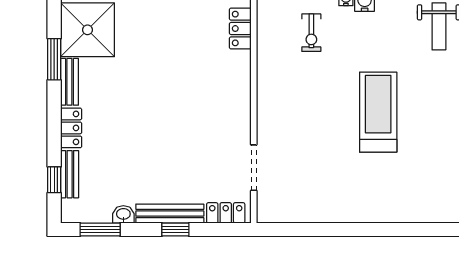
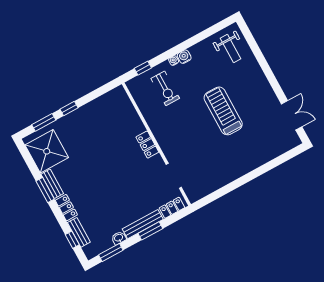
locker: (240, 29) -> (147, 145), moved
exercise bike: (311, 33) -> (165, 88), width x1.38, depth x1.39
window: (54, 59) -> (45, 190), moved
window: (175, 230) -> (150, 231), width x1.50

